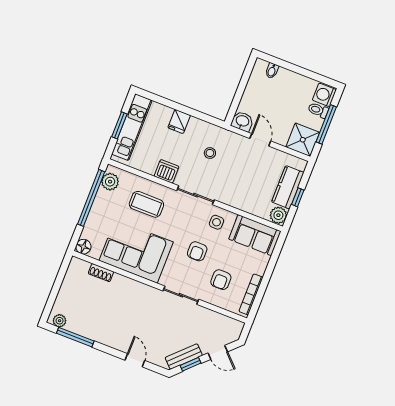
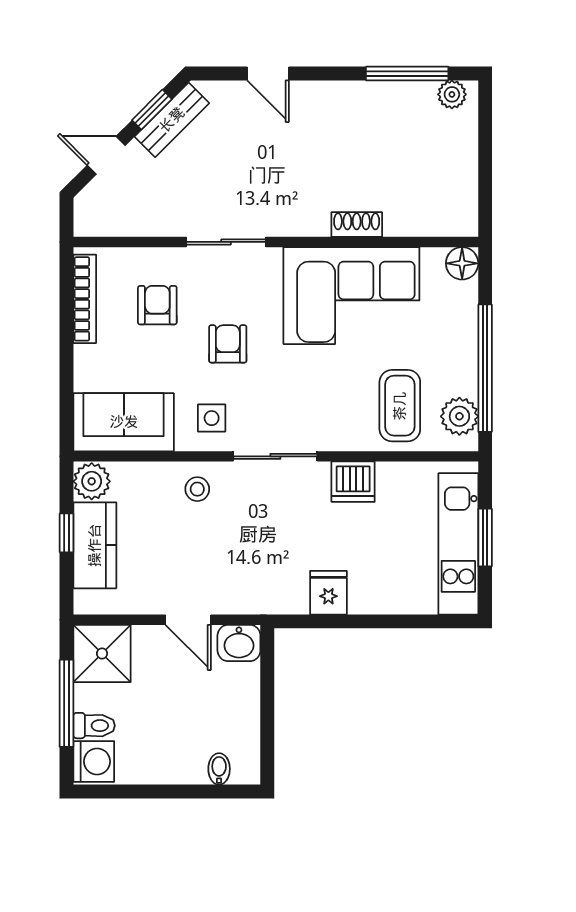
fridge: (179, 121) -> (328, 593), moved
stool: (210, 153) -> (197, 489), moved
coffee table: (146, 204) -> (400, 406), moved, turned 90
shoe rack: (101, 273) -> (357, 225), moved

